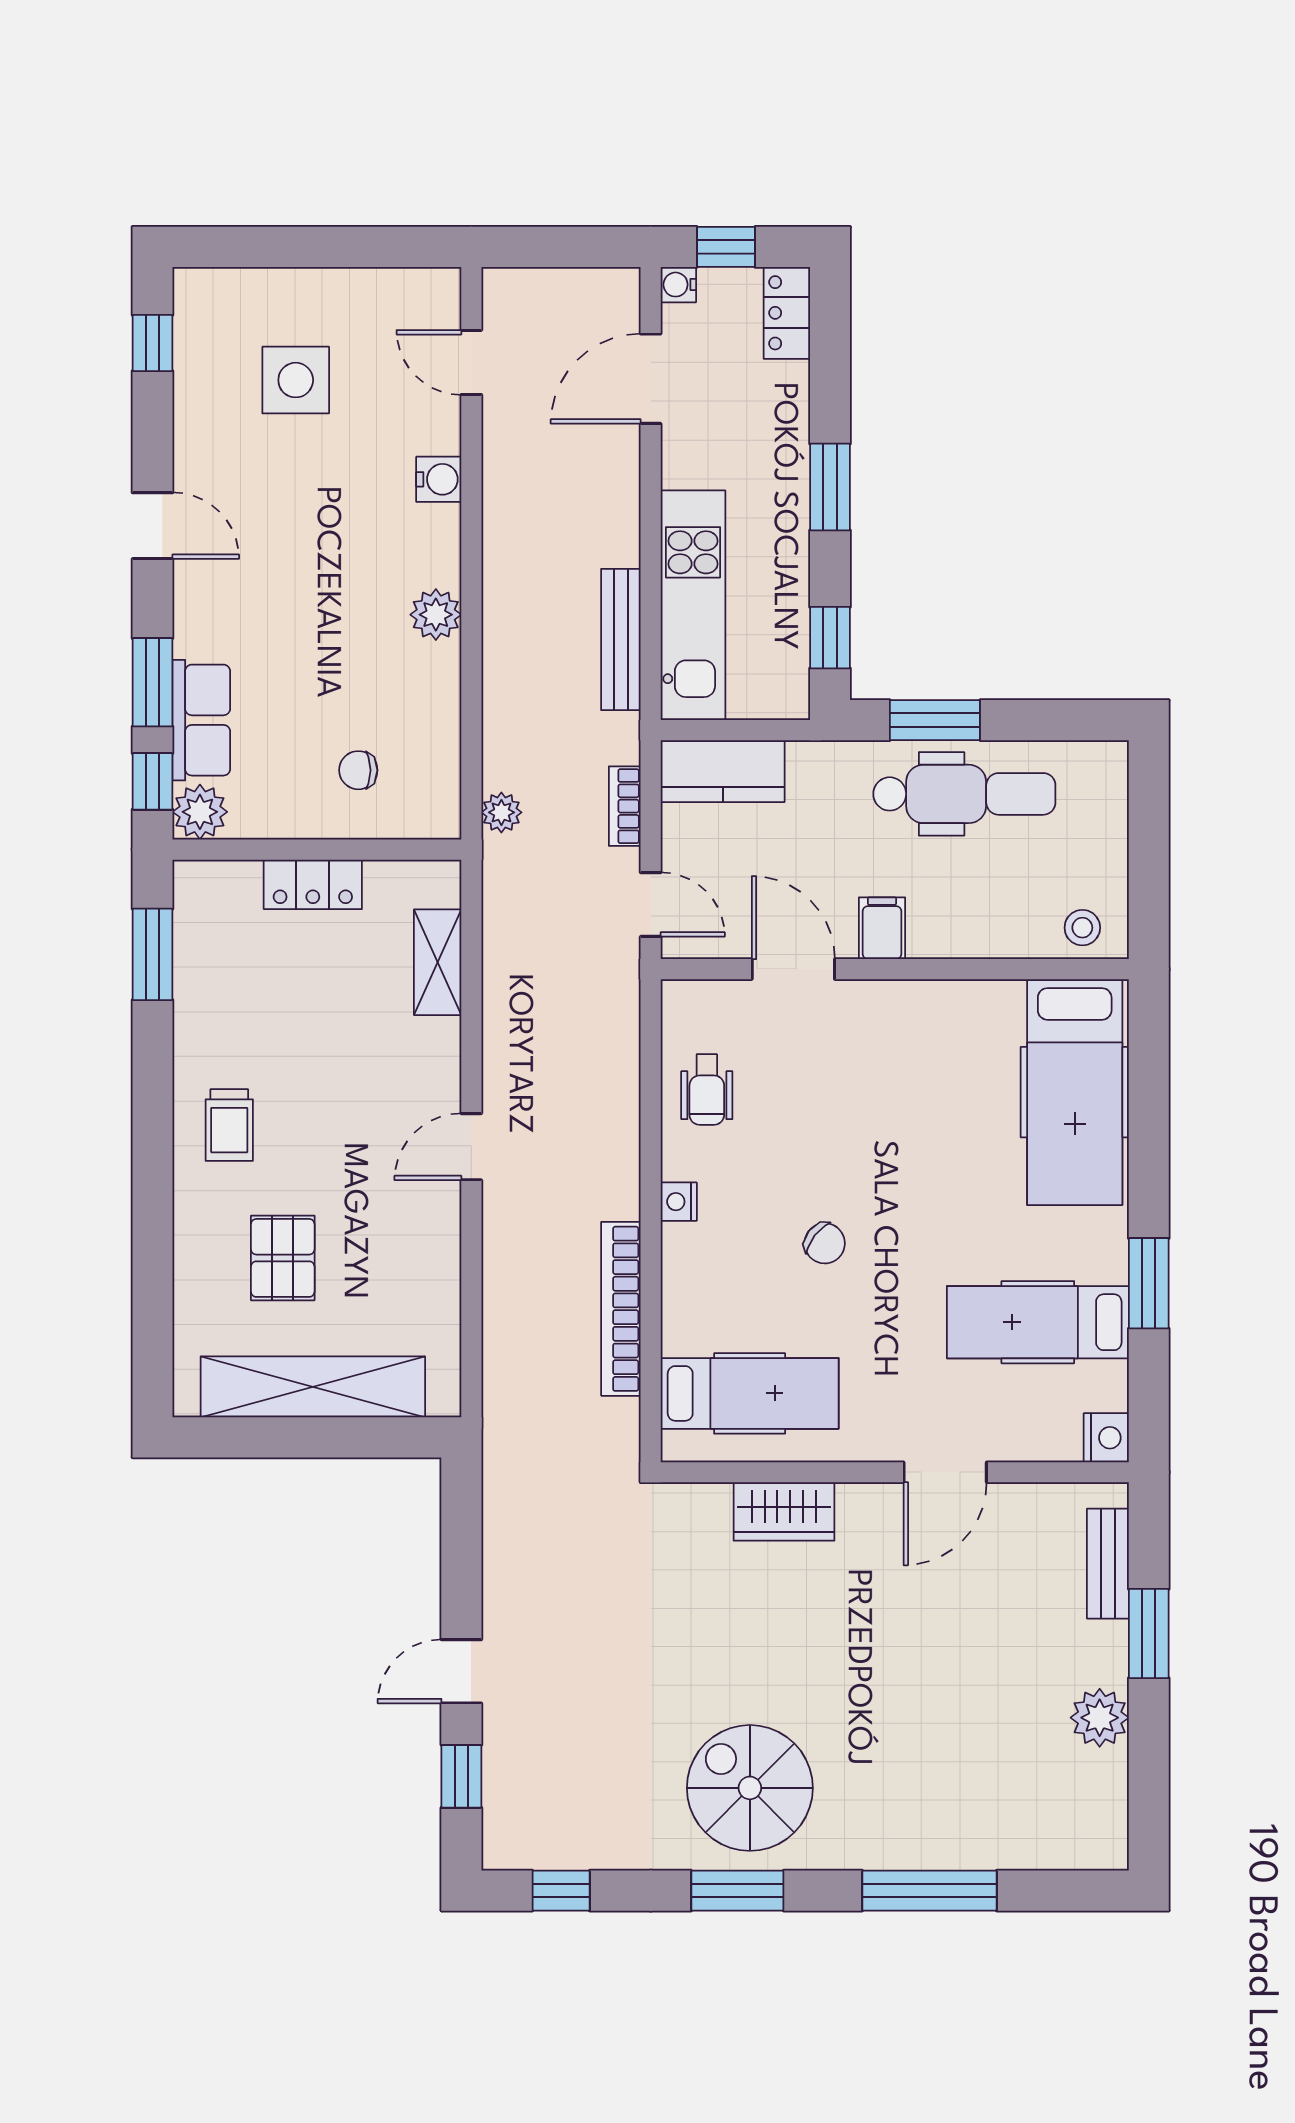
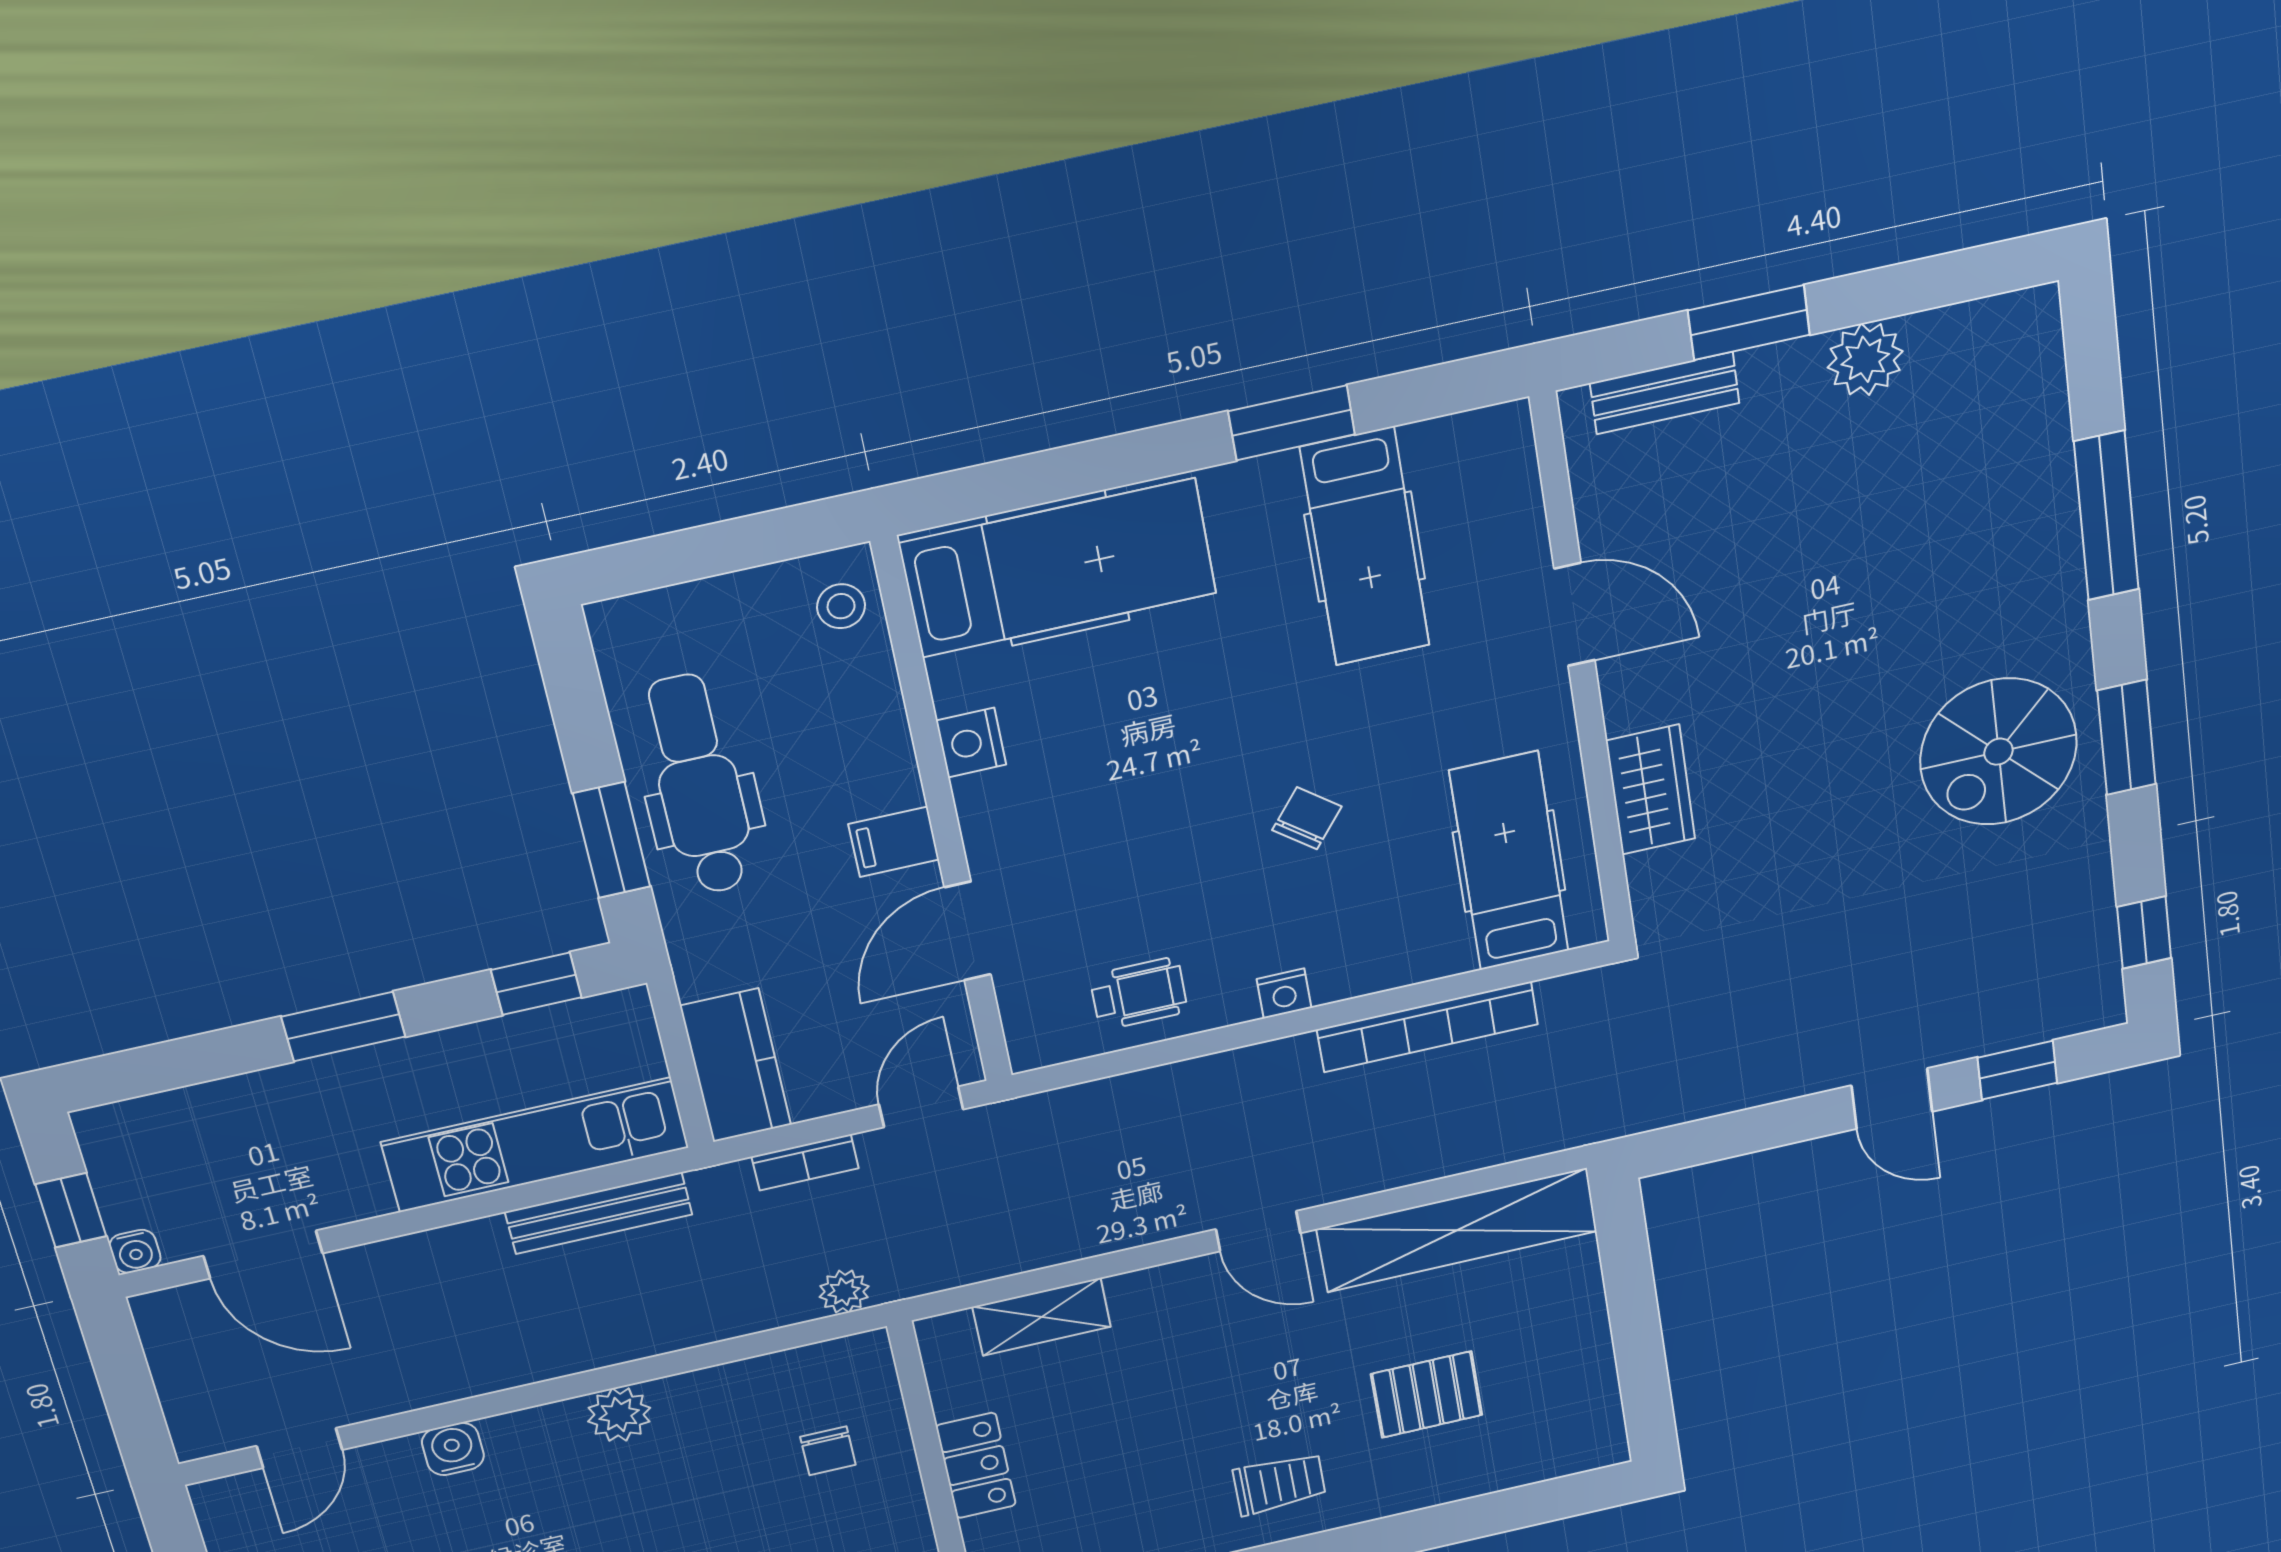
locker: (787, 313) -> (134, 1125), removed
shelving: (313, 1387) -> (1457, 1230), moved, turned 90
nightstand: (1106, 1438) -> (971, 743), moved, turned -90

